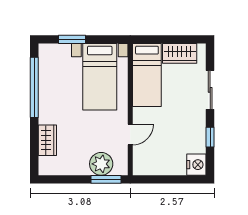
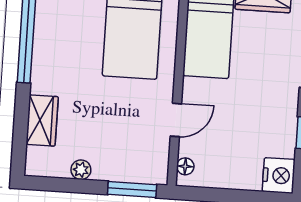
floor lamp: (138, 163) -> (185, 166), added
plant: (101, 164) -> (81, 170), moved, width x0.53, depth x0.53

